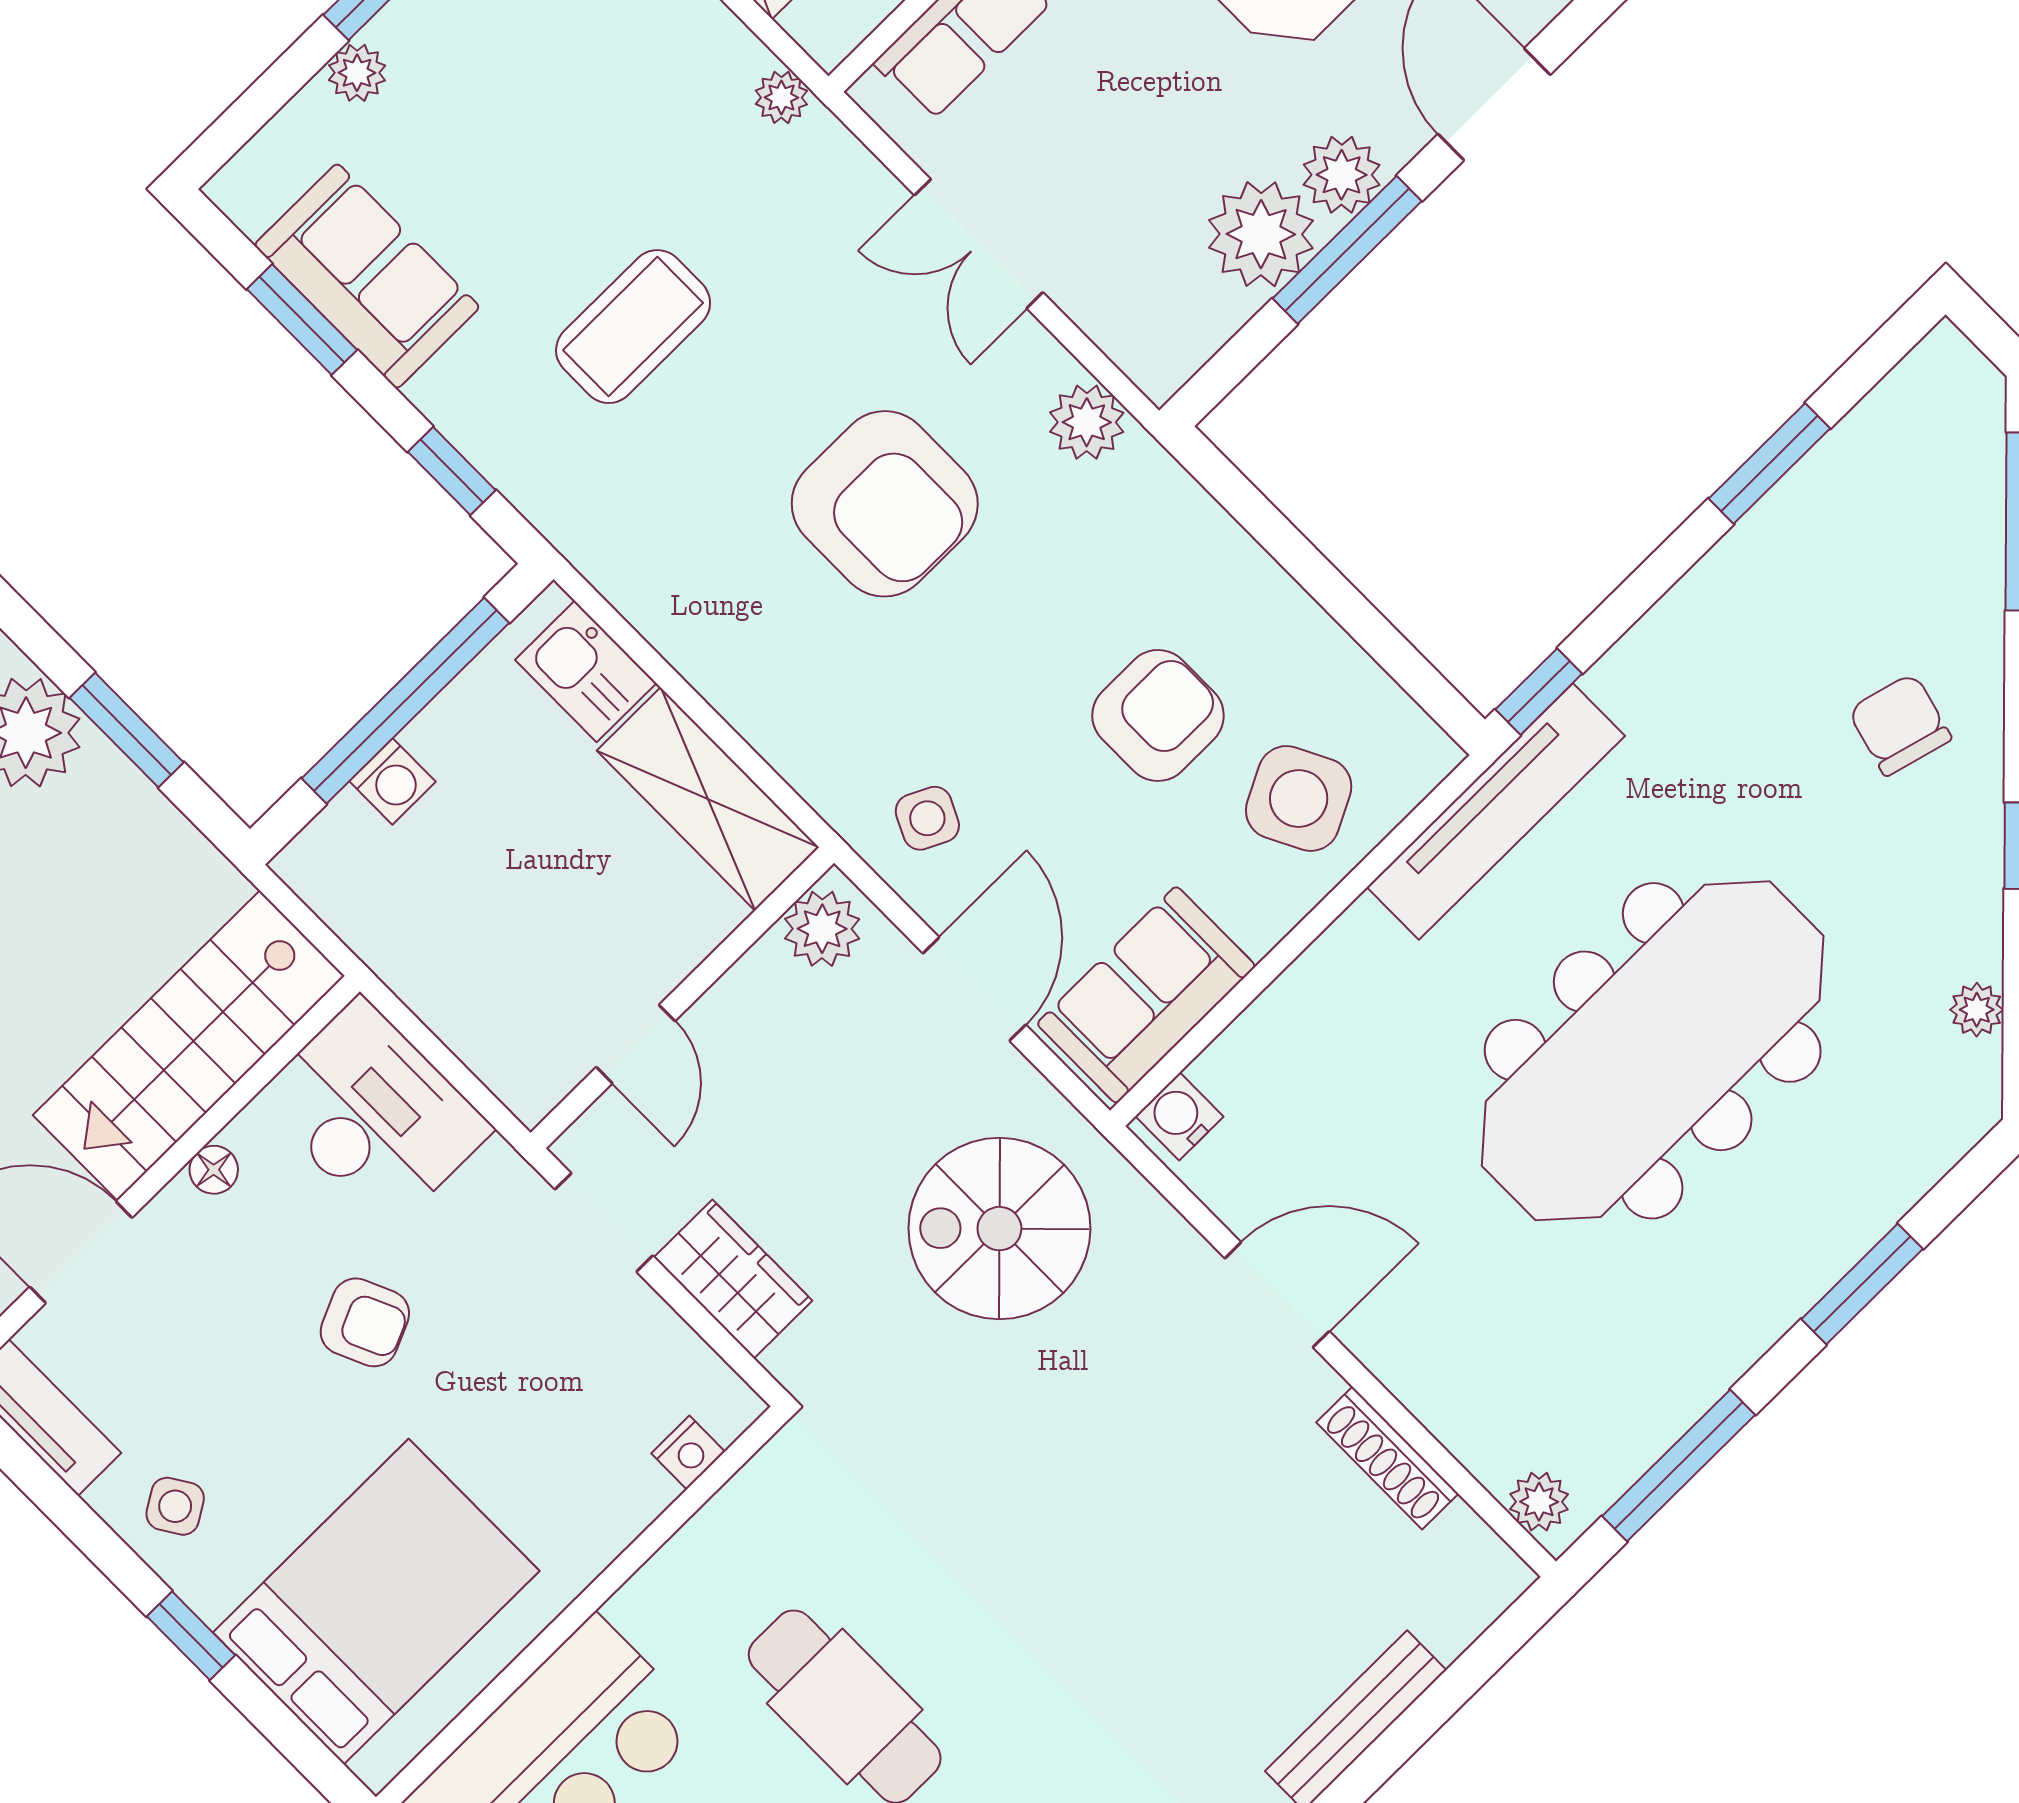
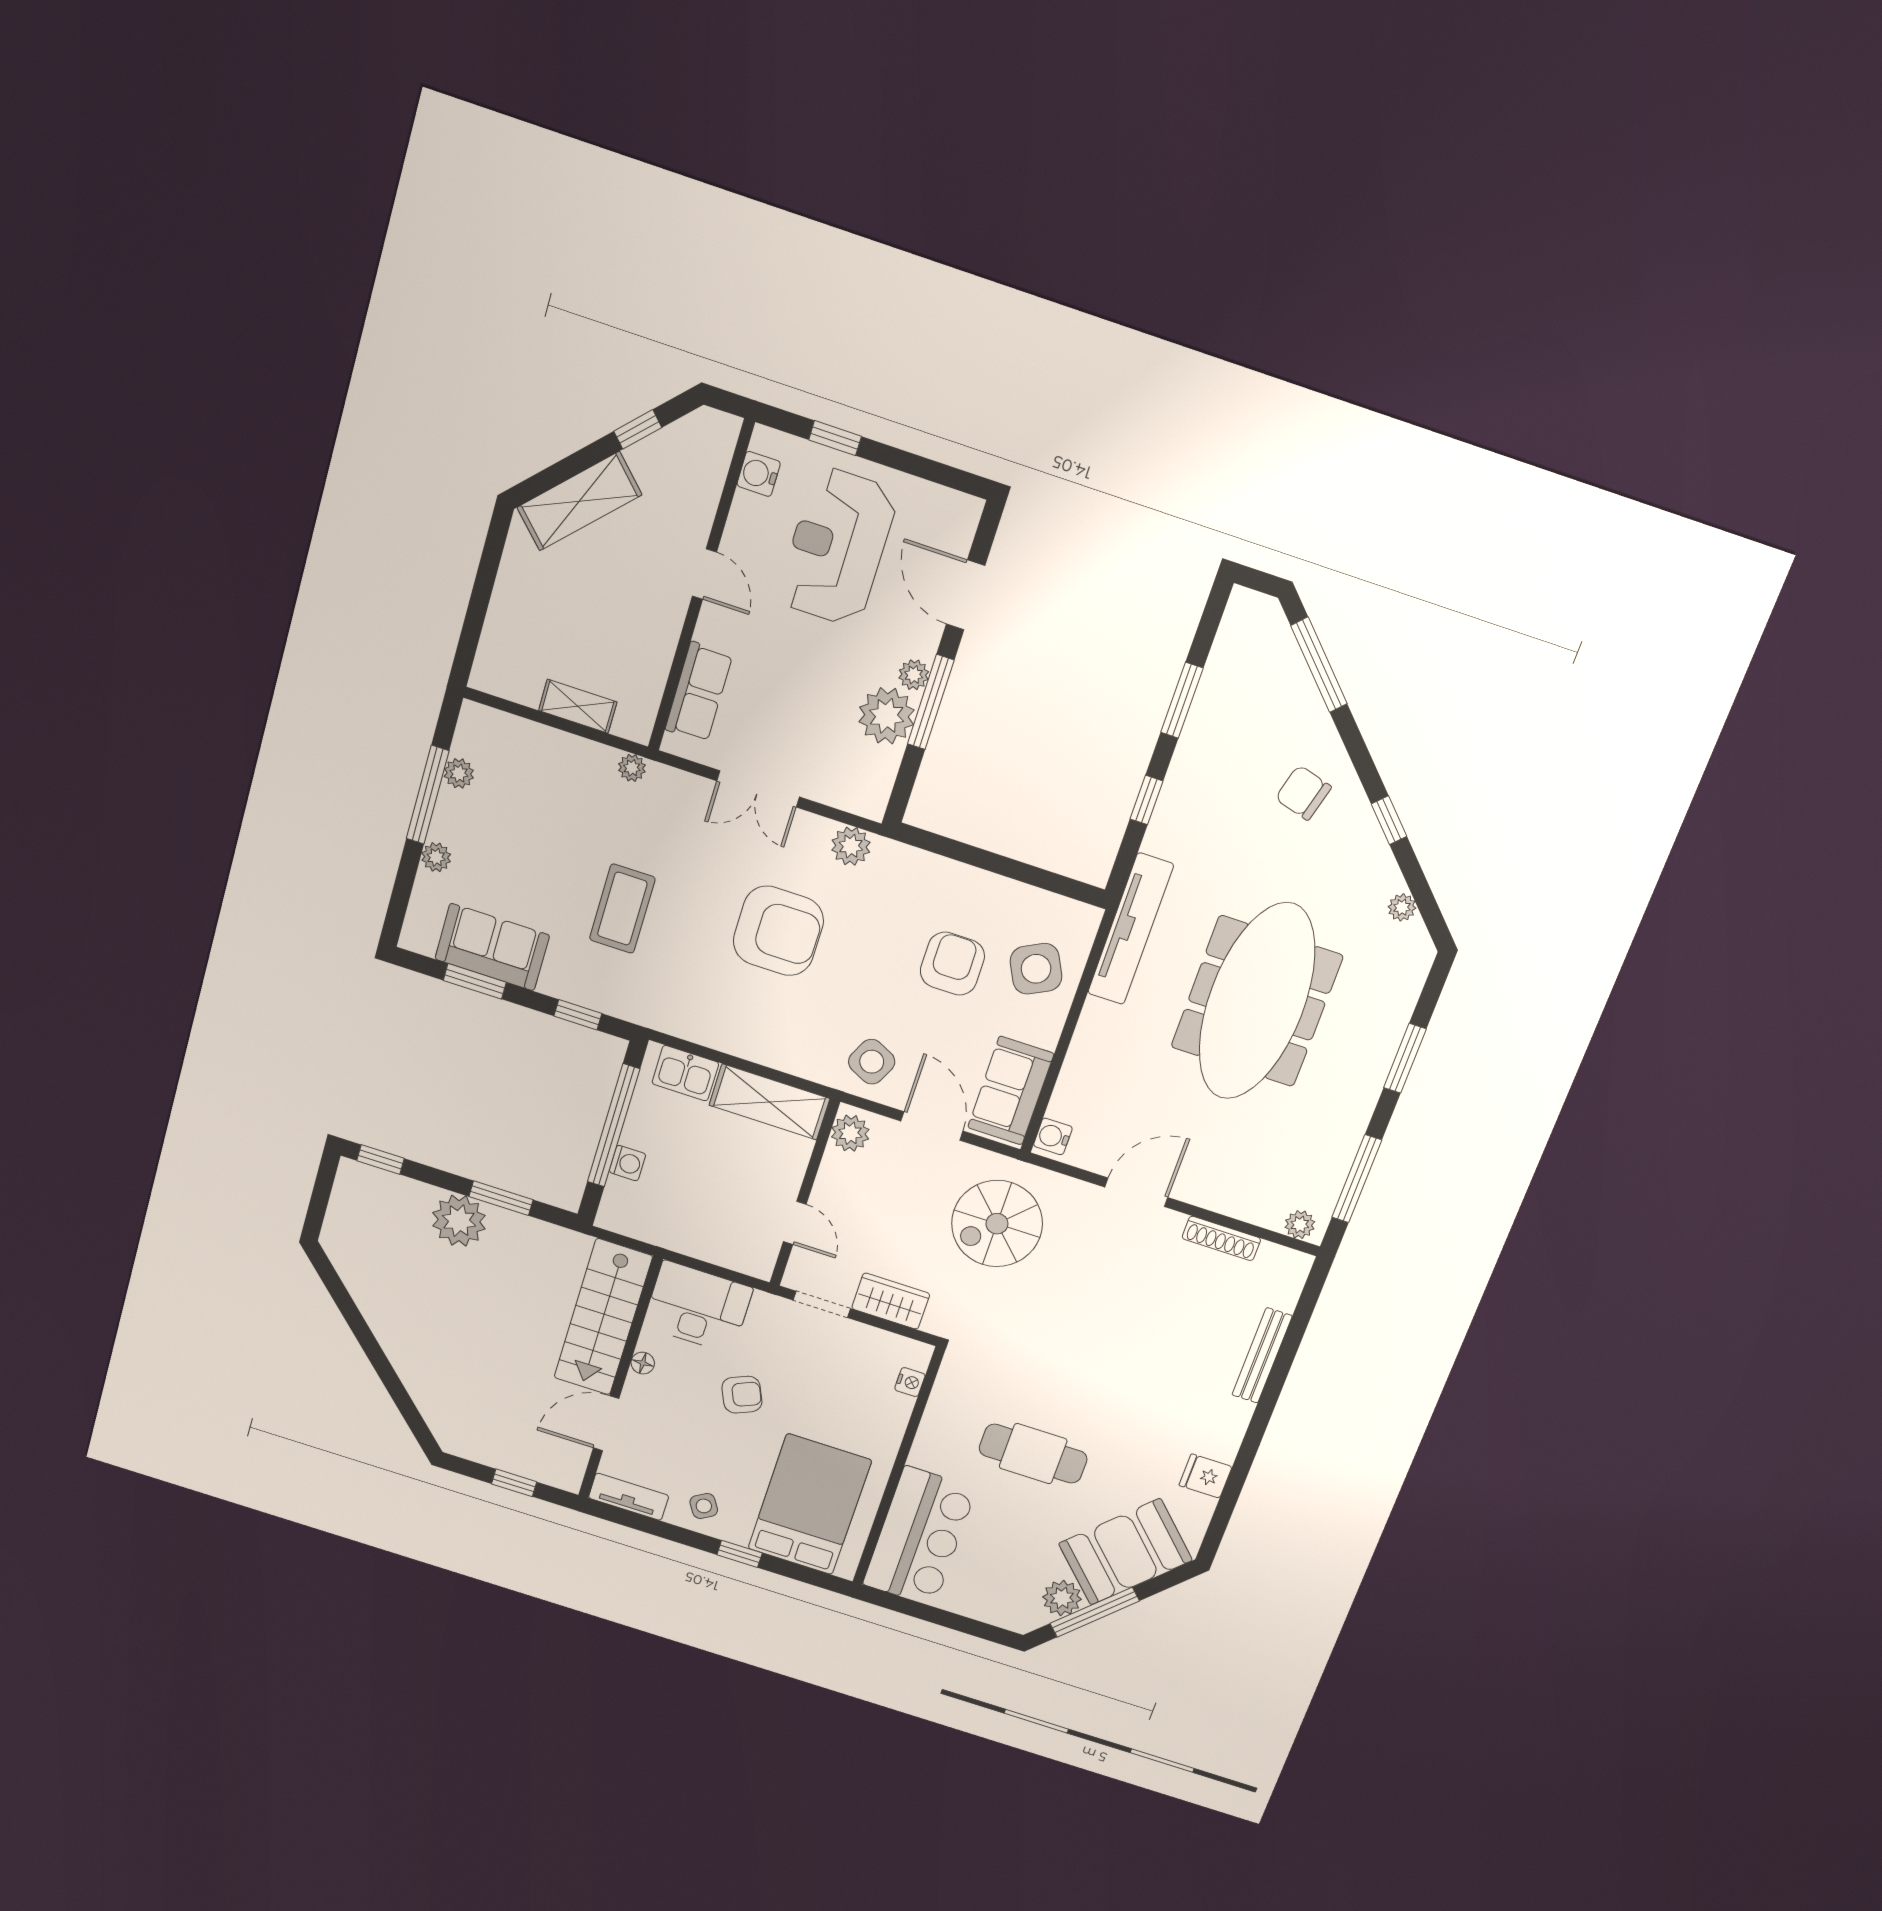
plant: (1342, 175) -> (914, 675), width x0.73, depth x0.73
window: (1539, 692) -> (1146, 800), moved
side table: (927, 818) -> (872, 1062), width x1.37, depth x1.37

